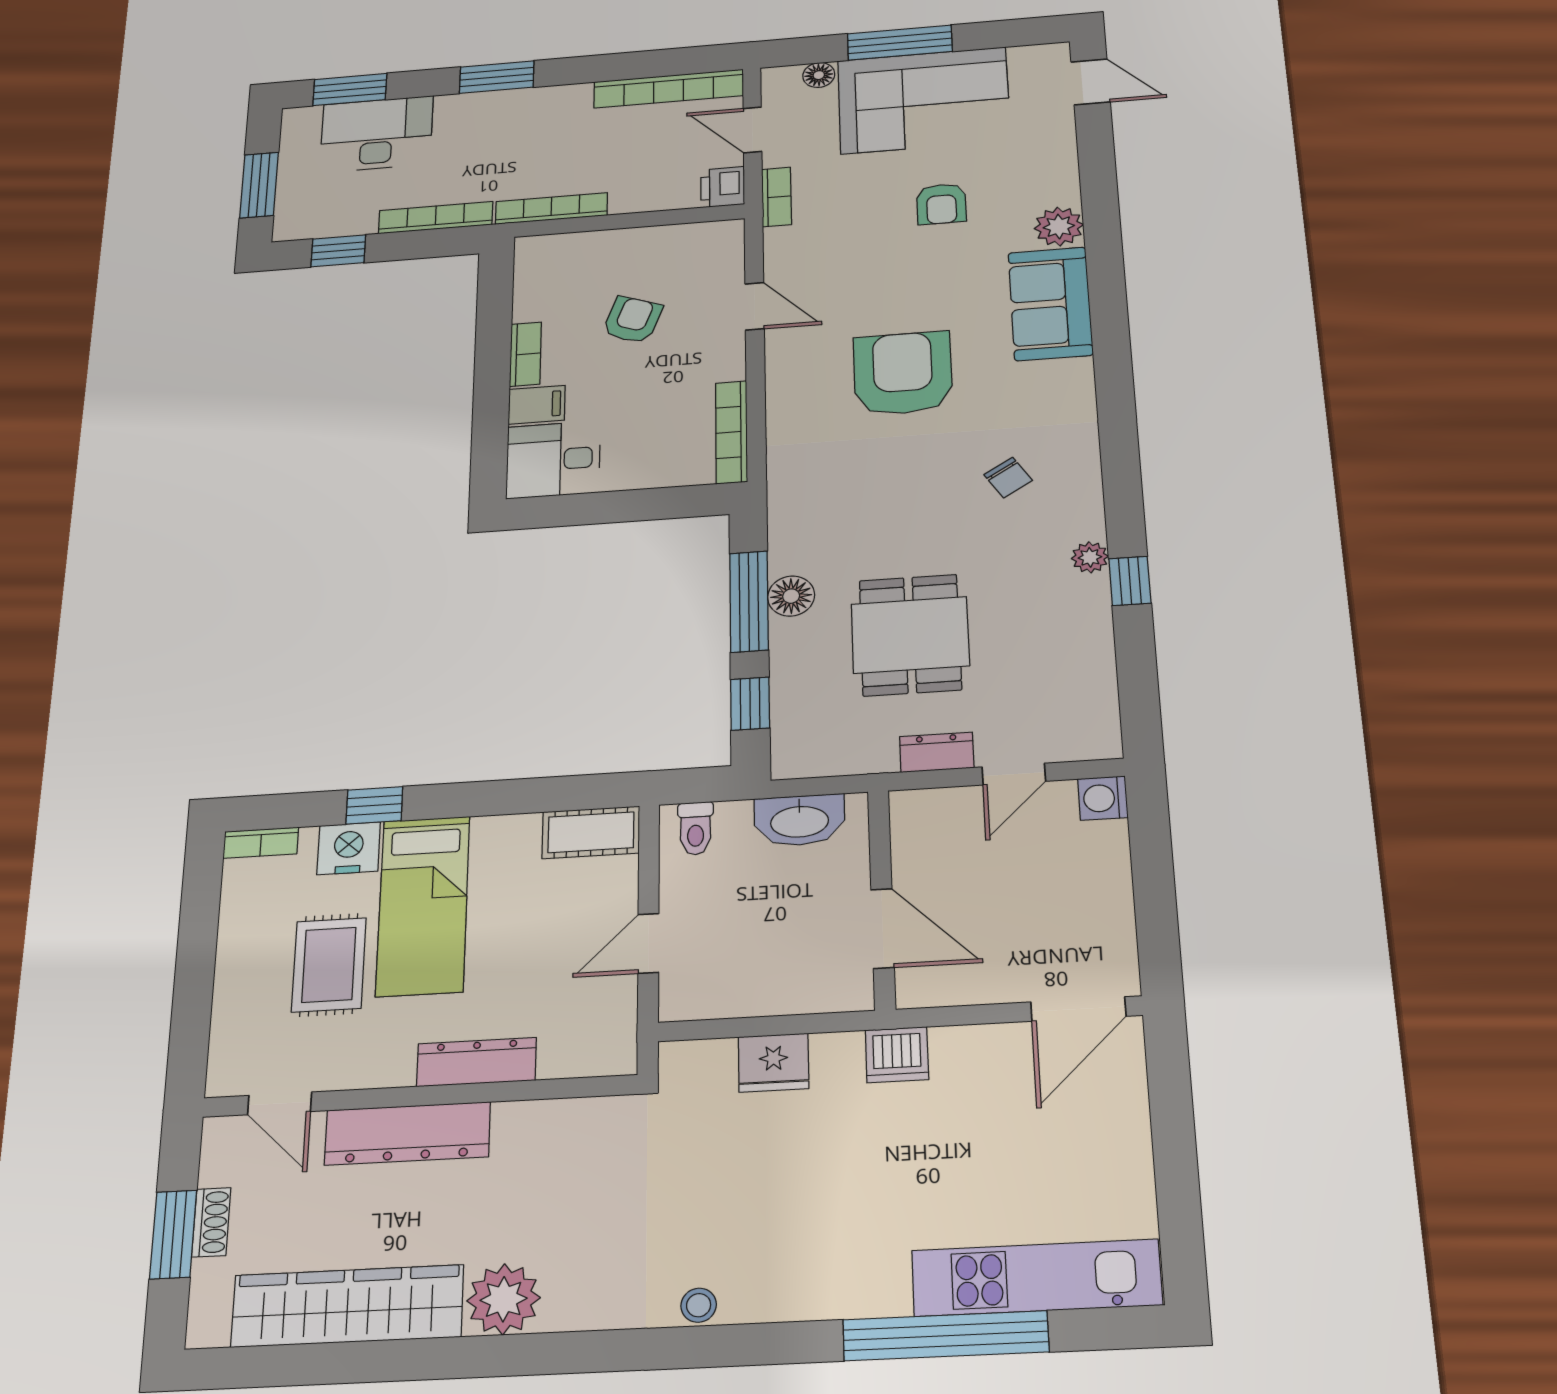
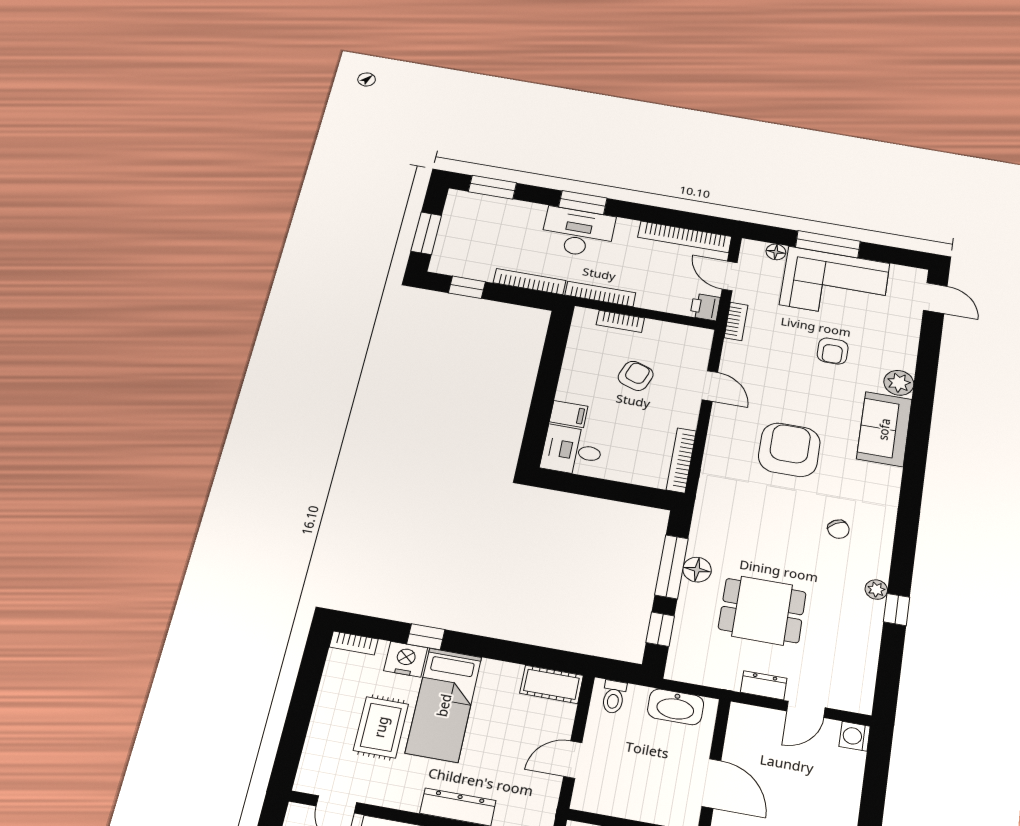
desk: (376, 134) -> (578, 232), moved
bookcase: (526, 354) -> (620, 321), moved, turned 90
dining table: (910, 635) -> (762, 611), turned 90

